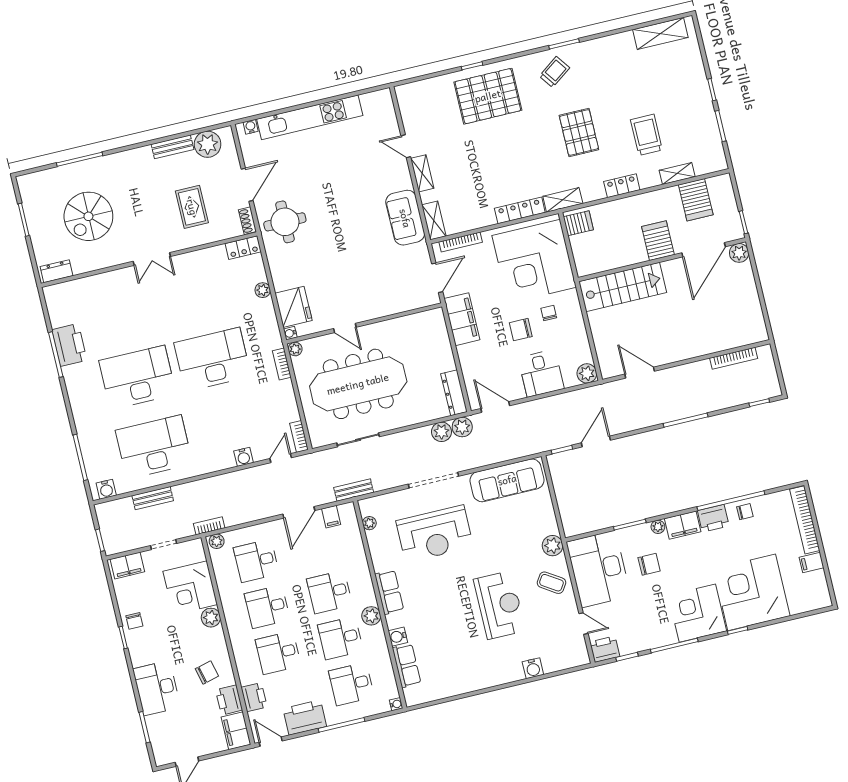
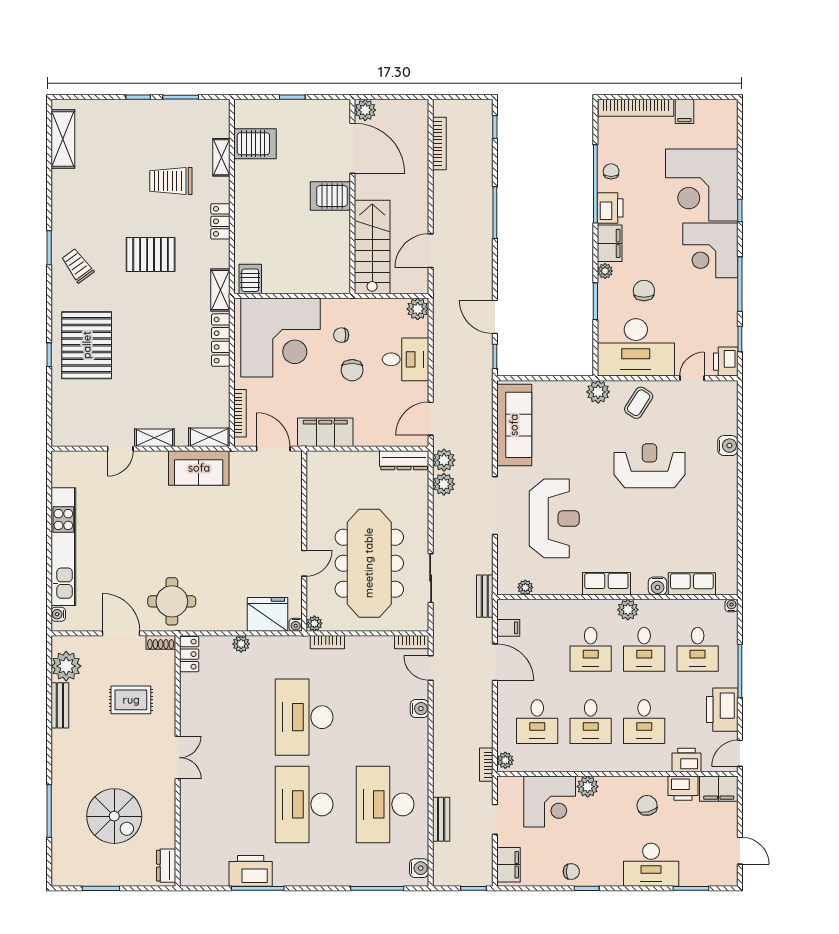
server rack: (658, 241) -> (330, 196), moved
door: (704, 250) -> (352, 148), moved
plant: (739, 253) -> (365, 110), moved
wall: (662, 260) -> (352, 197), moved
stairs: (623, 287) -> (372, 247), moved

